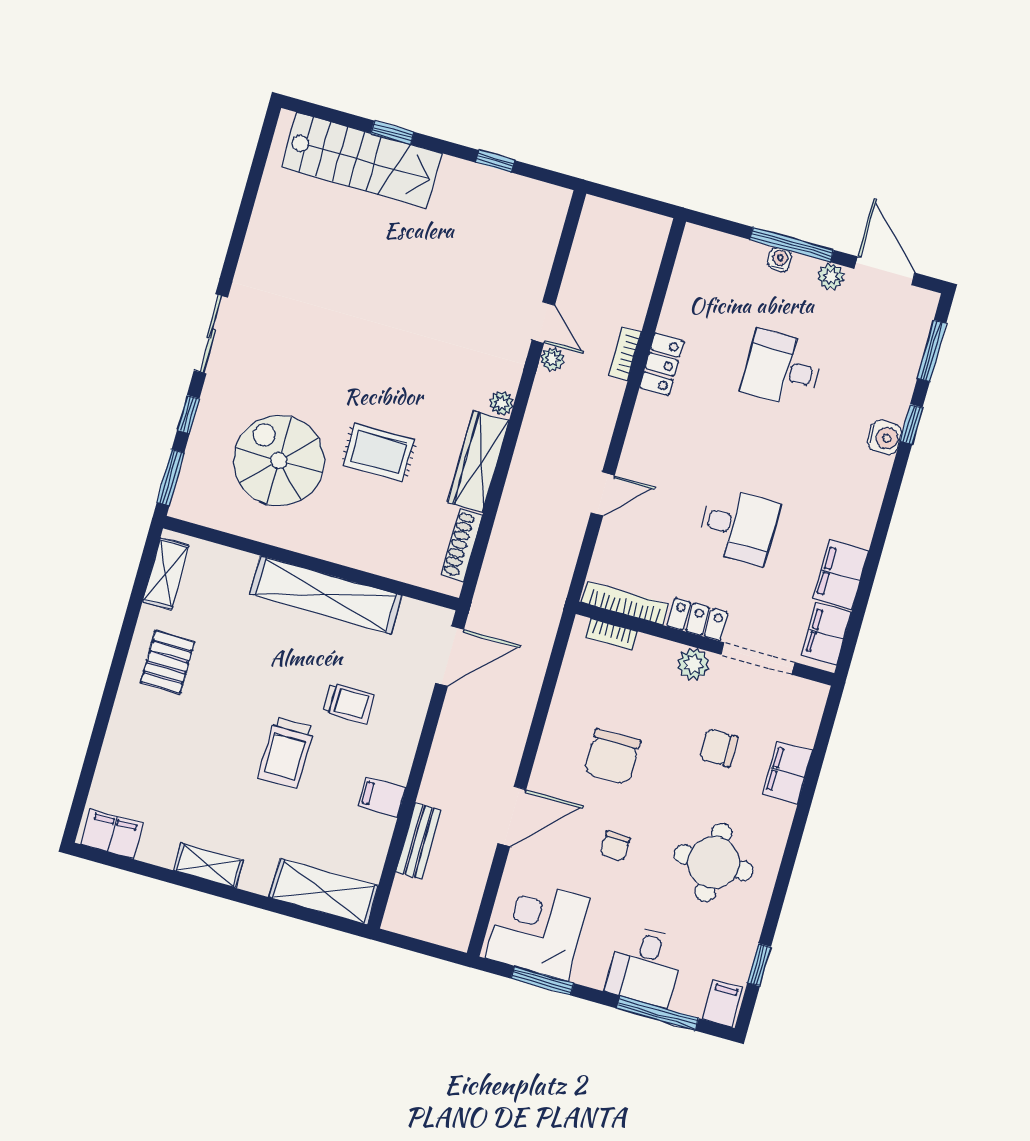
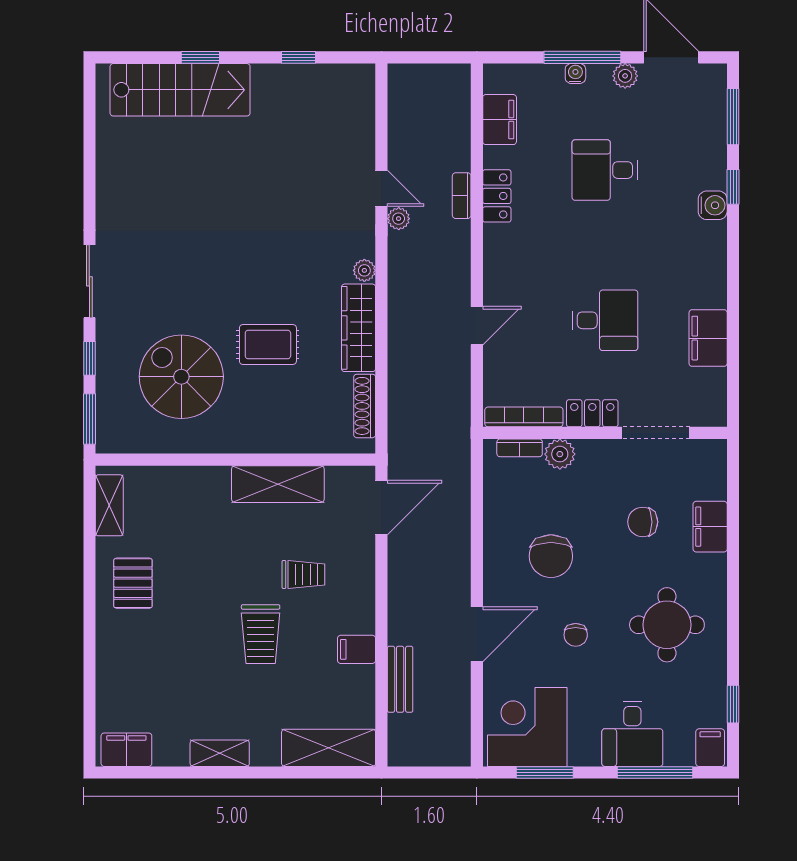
shelving: (326, 595) -> (278, 484), width x0.68
filing cabinet: (827, 634) -> (500, 120), moved, turned 180
plant: (693, 664) -> (560, 454), moved

